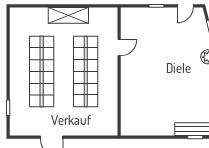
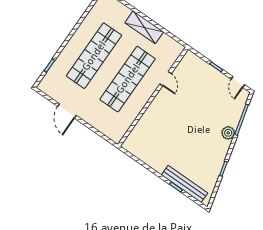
door: (185, 6) -> (238, 82), hinge flipped
door: (119, 48) -> (166, 79), hinge flipped

